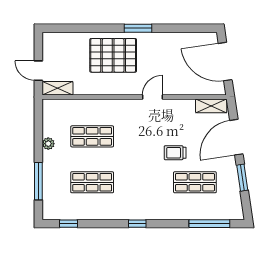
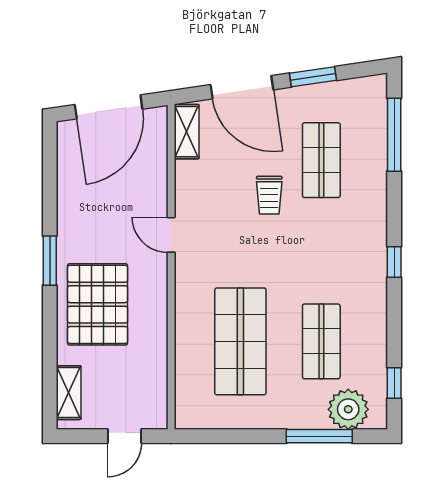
shelving: (57, 88) -> (69, 393), moved
shop shelf: (92, 136) -> (240, 341), width x1.43, depth x1.36
plant: (48, 144) -> (348, 409), moved, width x1.87, depth x1.87

